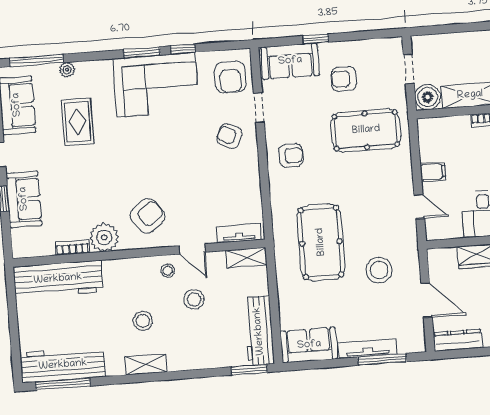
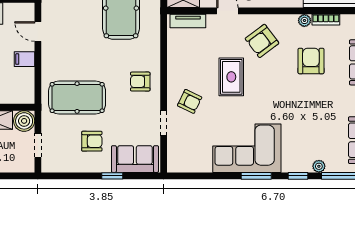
window: (183, 49) -> (298, 176), moved
armchair: (230, 77) -> (311, 61), moved
rug: (78, 122) -> (231, 77), moved
plant: (104, 237) -> (304, 20), width x0.53, depth x0.53

